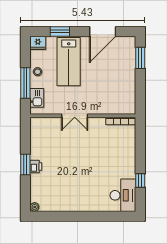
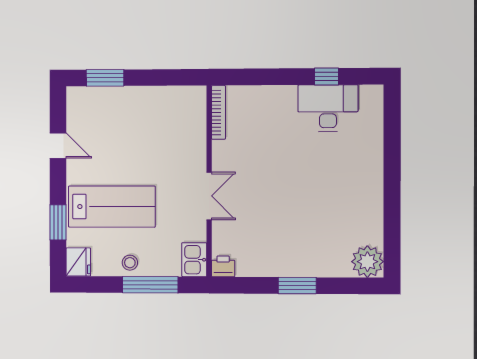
door: (103, 31) -> (58, 146), width x0.53
kitchen sink: (37, 98) -> (194, 260), moved, turned -90
printer: (36, 167) -> (223, 266), moved
desk: (123, 195) -> (328, 108), moved
plant: (35, 207) -> (367, 262), width x1.87, depth x1.87

